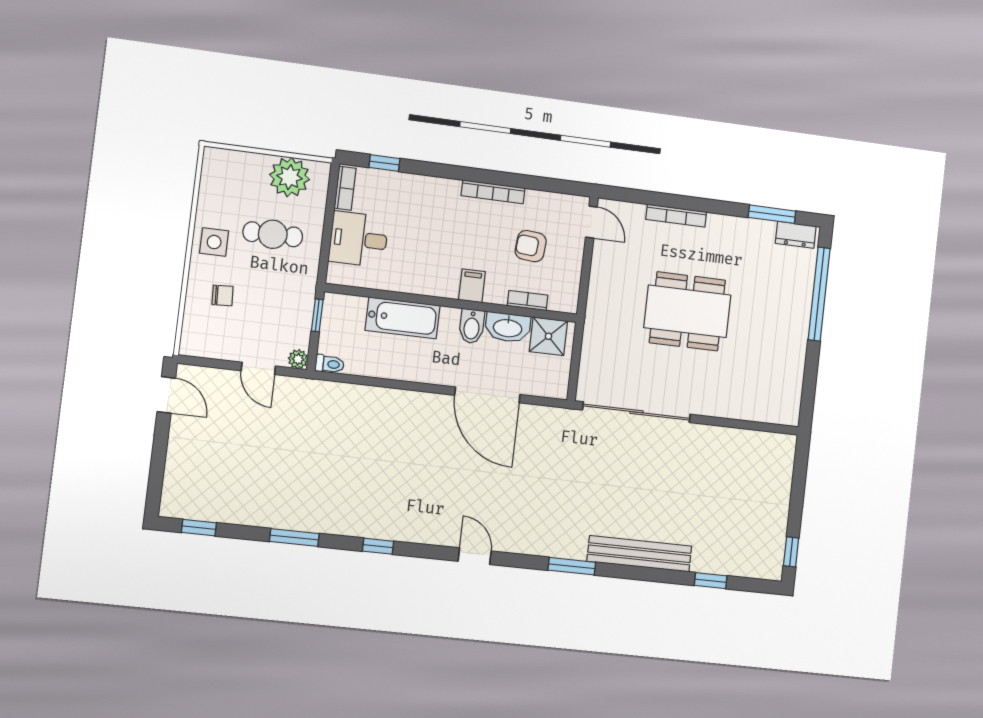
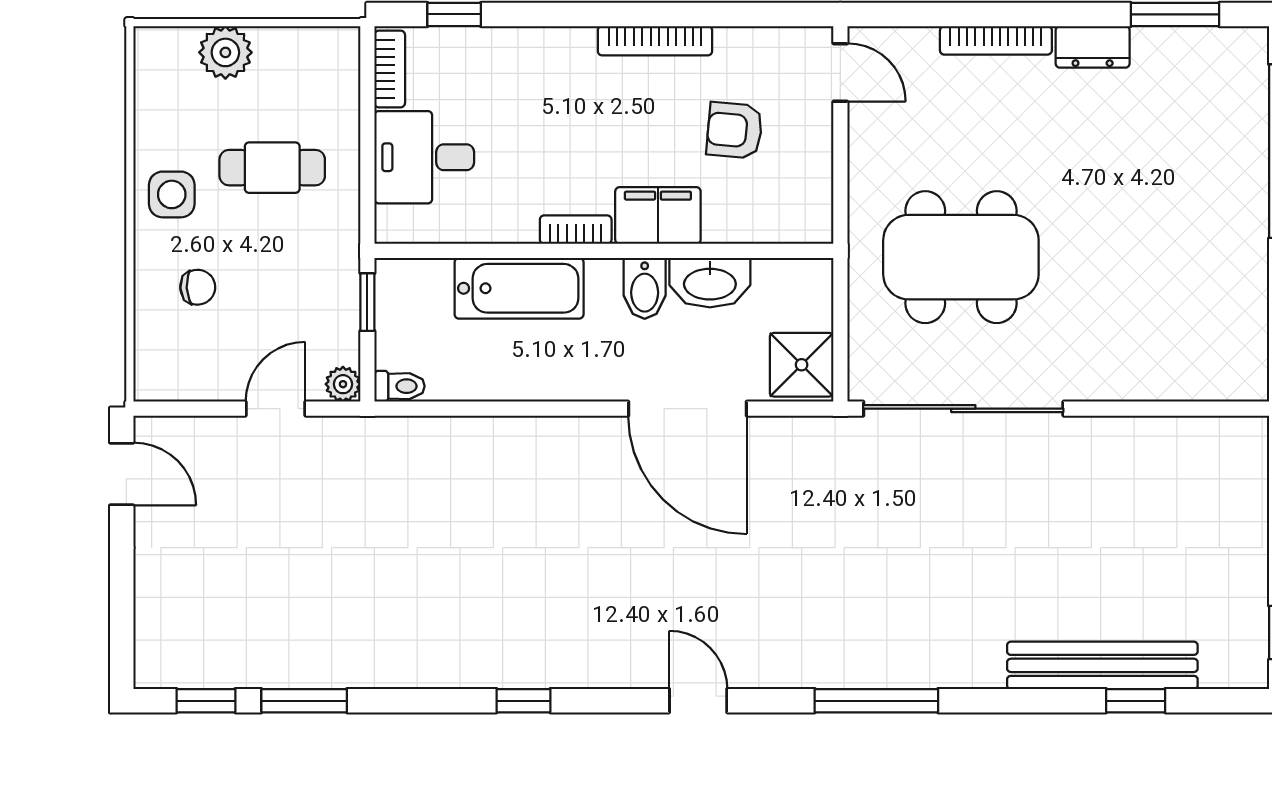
plant: (290, 177) -> (225, 52), moved, width x0.73, depth x0.73
dresser: (796, 235) -> (1093, 47), moved
filing cabinet: (472, 286) -> (658, 216), width x2.00
bookcase: (527, 301) -> (576, 230), moved
dining table: (687, 311) -> (961, 257), moved
shower: (548, 336) -> (802, 365), moved
door: (258, 368) -> (276, 409), swing flipped
window: (294, 538) -> (304, 701), moved
bench: (639, 554) -> (1102, 665), moved
window: (572, 566) -> (876, 701), width x1.44

